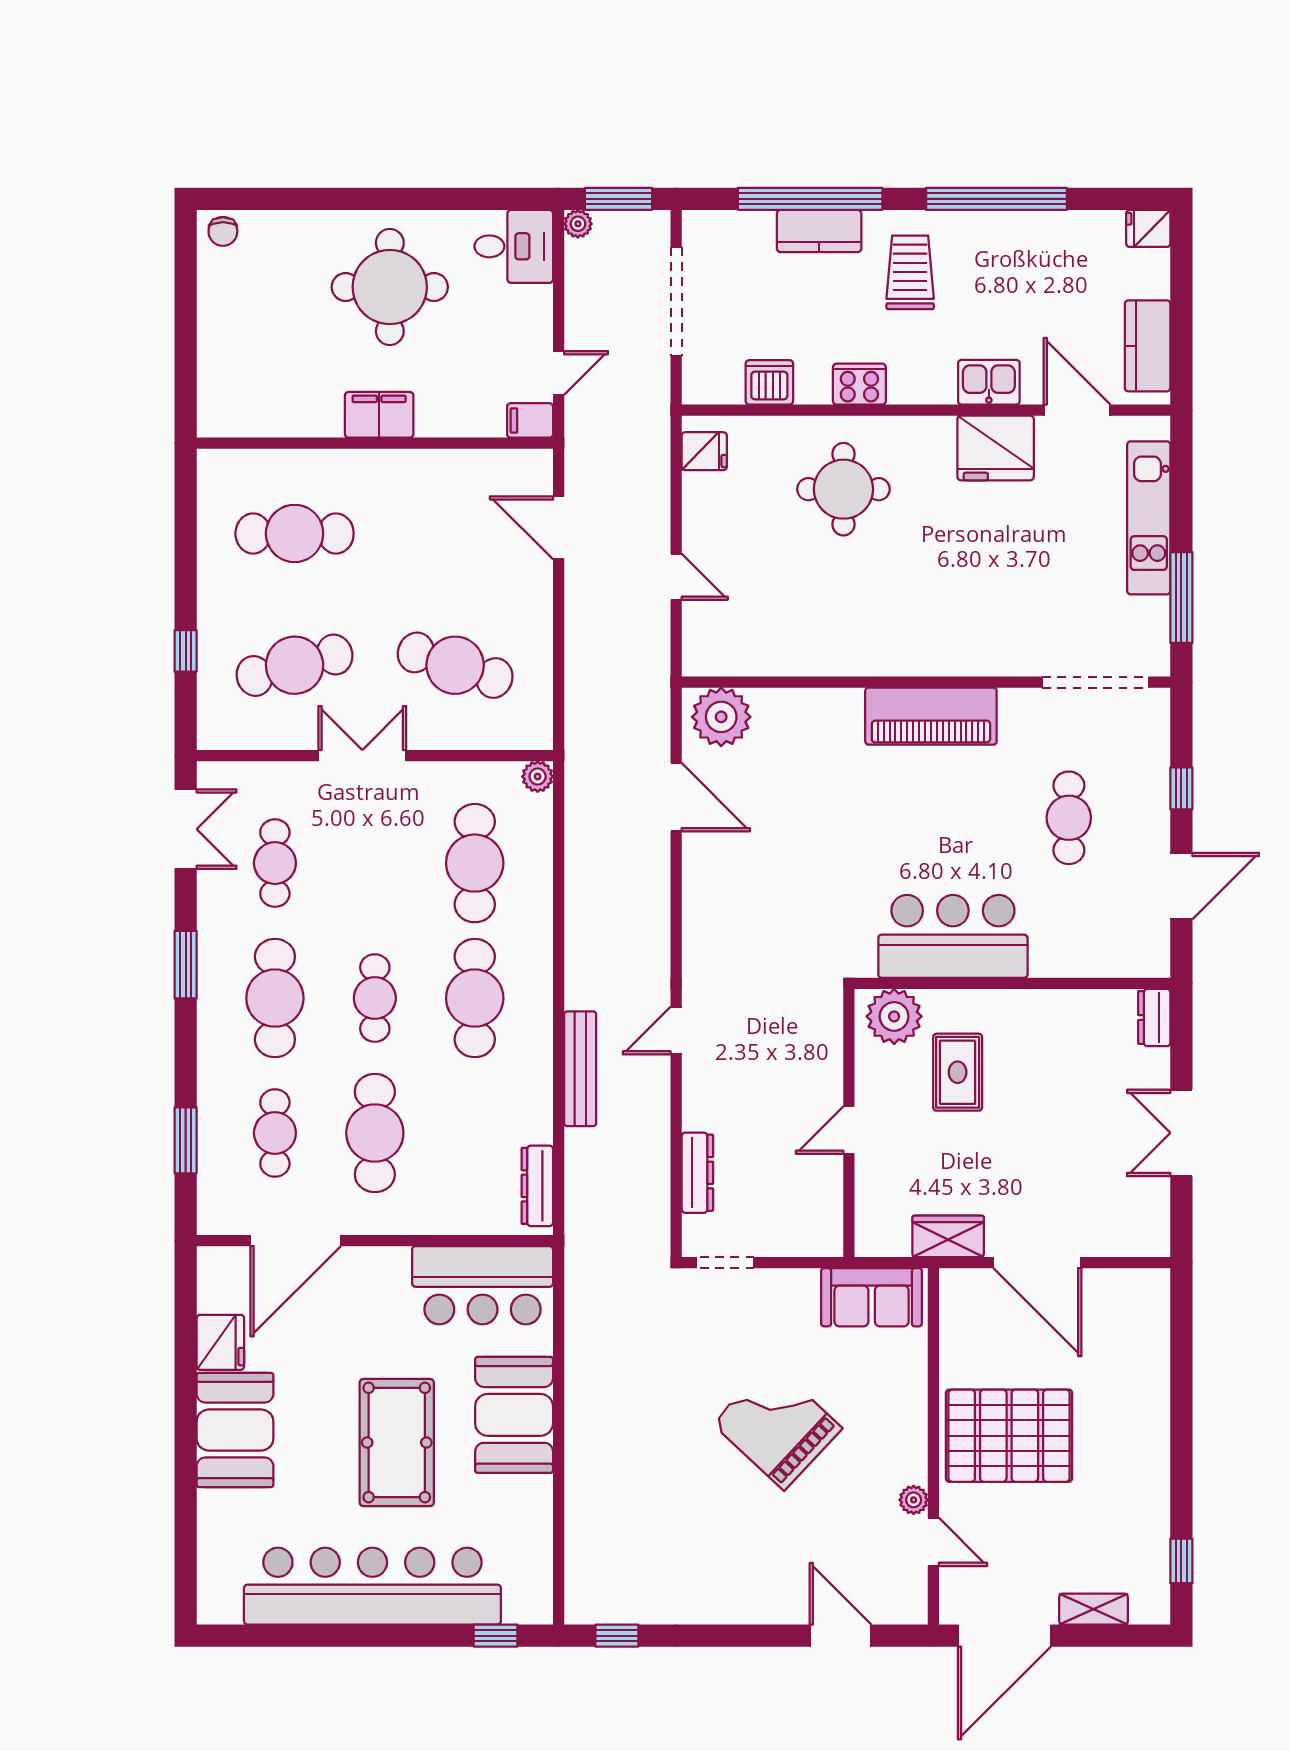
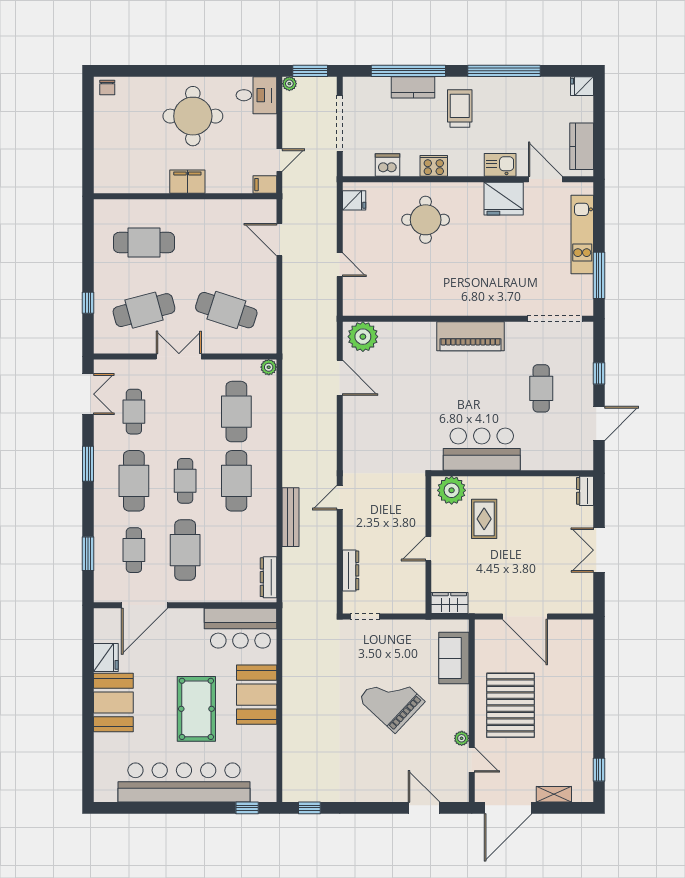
wardrobe: (948, 1236) -> (450, 603), moved
sofa: (872, 1297) -> (454, 658), moved, turned 90
pallet: (1009, 1436) -> (511, 705), turned 90

